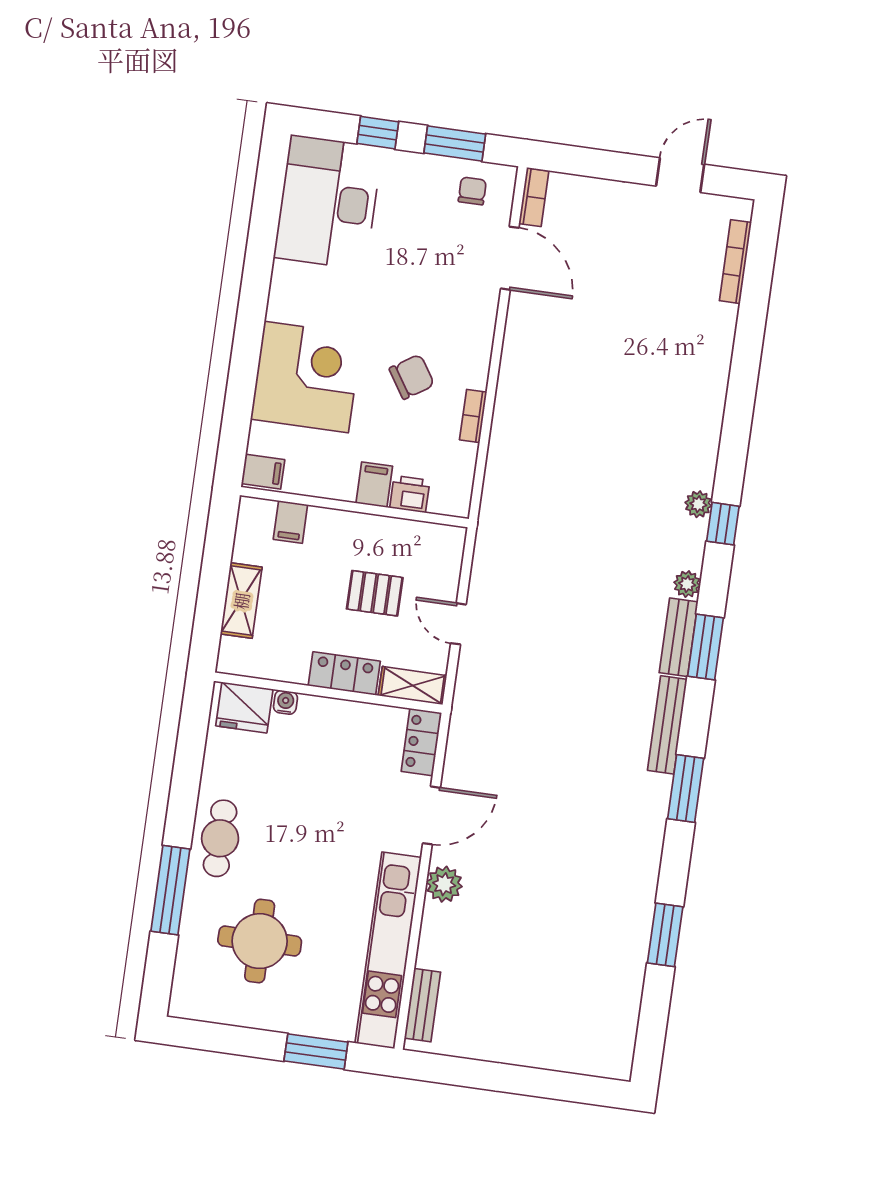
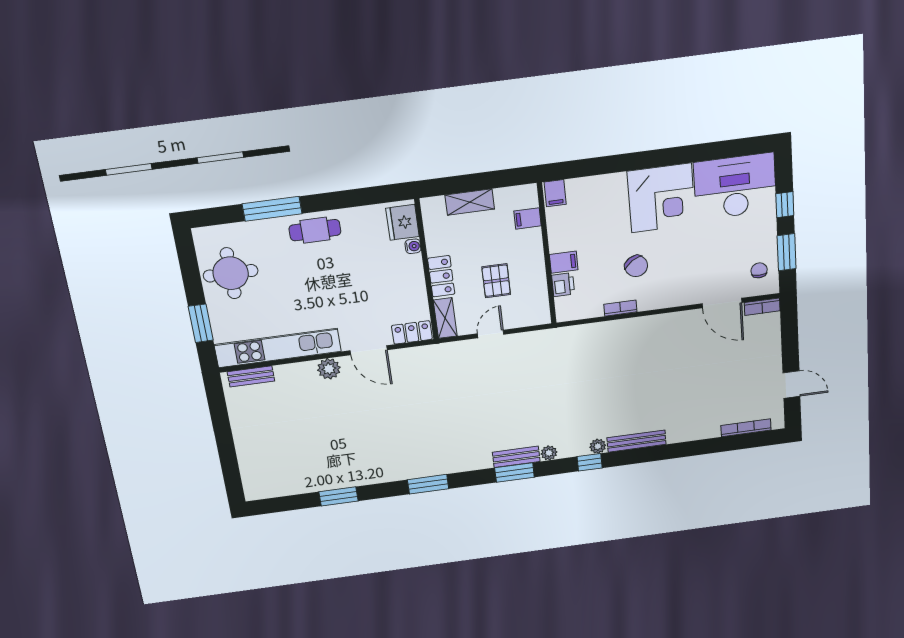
chair: (472, 191) -> (759, 270), turned -90
door: (510, 258) -> (722, 303), hinge flipped
corner desk: (306, 377) -> (661, 198), moved
bench: (667, 725) -> (636, 441), moved
round table: (260, 941) -> (231, 273), moved

